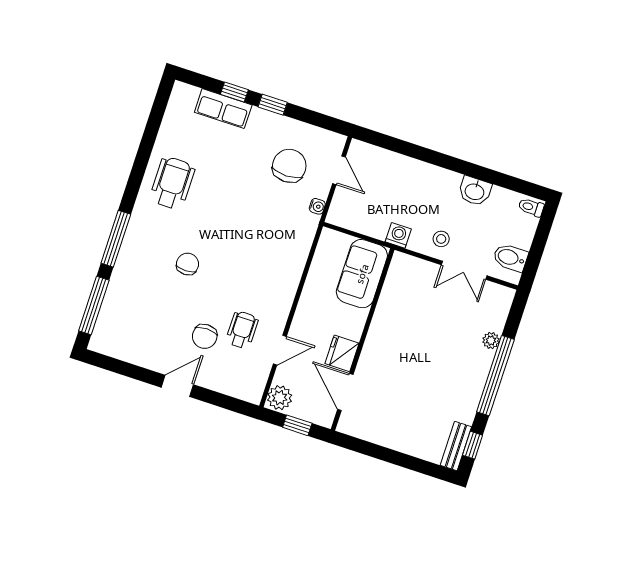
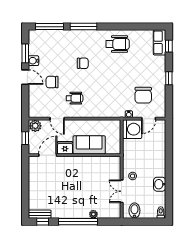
window: (234, 92) -> (169, 46), moved
row of seats: (223, 109) -> (160, 42), moved
chair: (289, 166) -> (143, 95), turned 90
washing machine: (398, 235) -> (132, 129), moved, width x1.89, depth x1.89
sofa: (362, 274) -> (89, 145), moved
wheelchair: (242, 330) -> (74, 98), moved
water cooler: (151, 359) -> (33, 61), added
window: (131, 371) -> (25, 53), added

